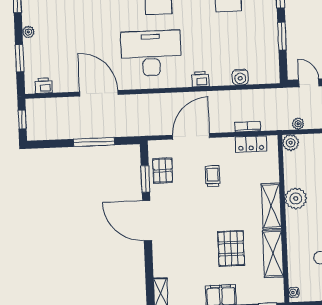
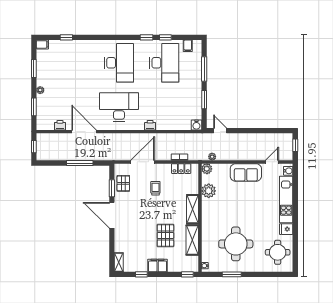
water cooler: (240, 77) -> (196, 125), moved
printer: (44, 86) -> (60, 125), moved
plant: (296, 198) -> (209, 191), moved

